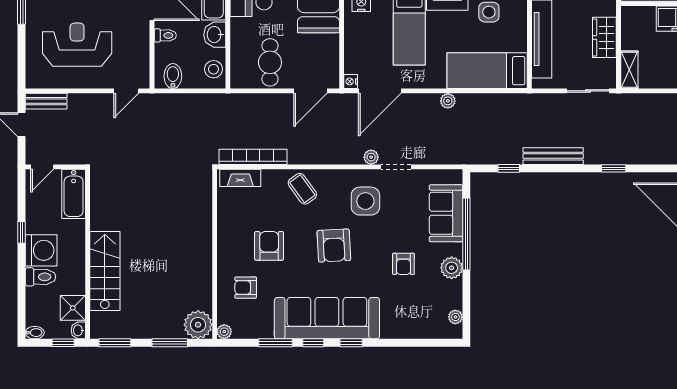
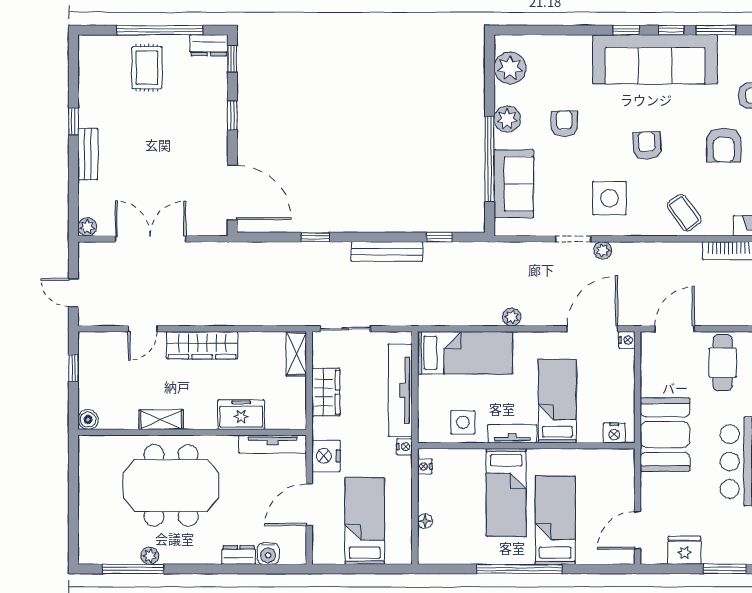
armchair: (334, 245) -> (647, 146), width x0.72, depth x0.72
plant: (455, 317) -> (510, 68), width x1.88, depth x1.88

